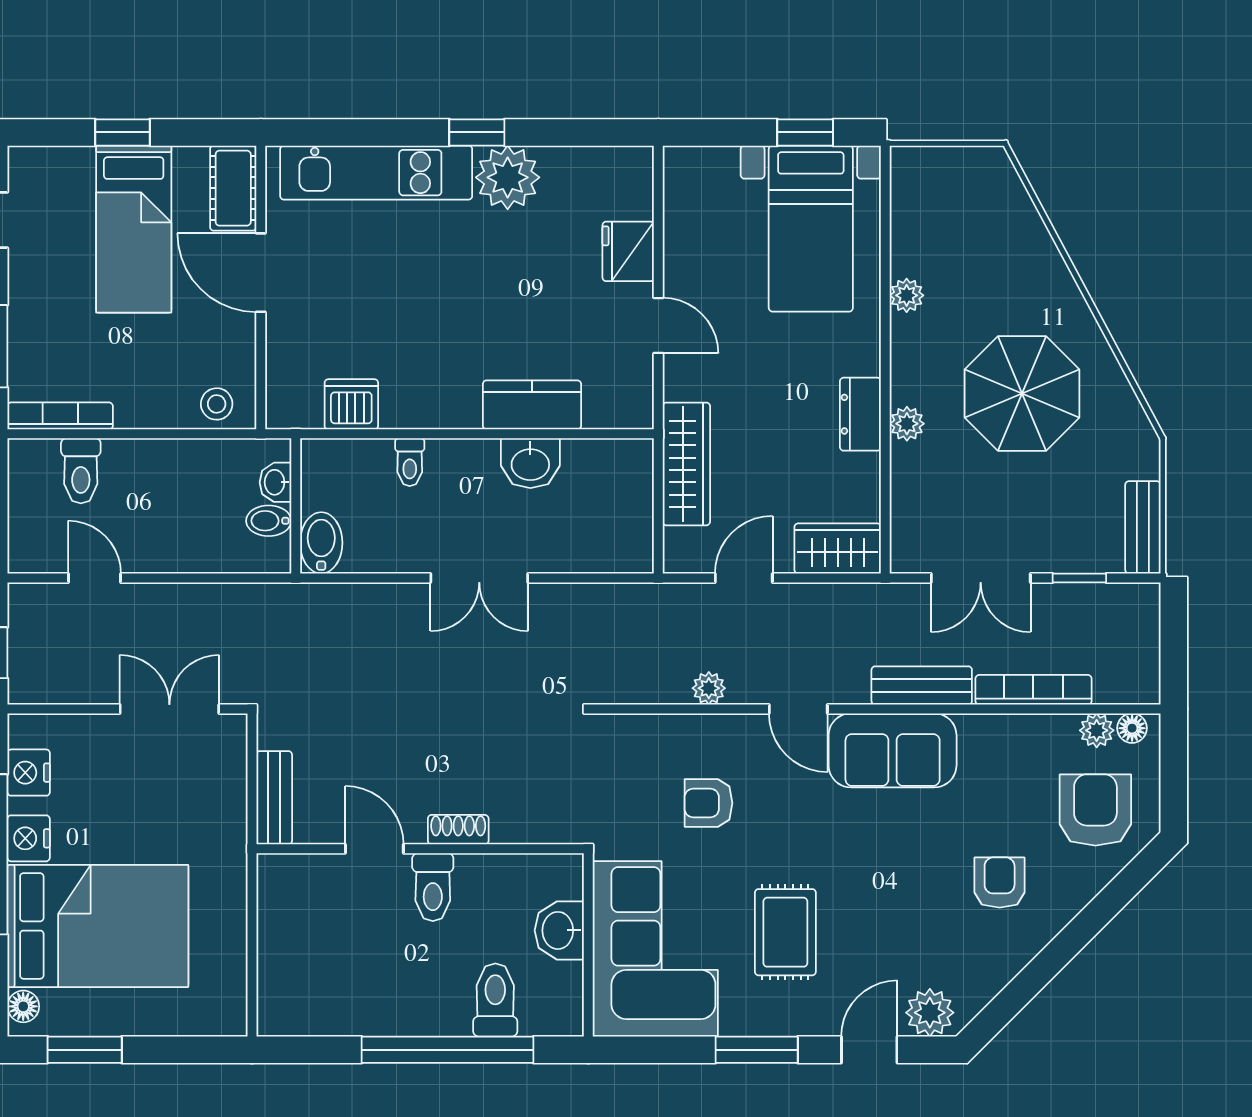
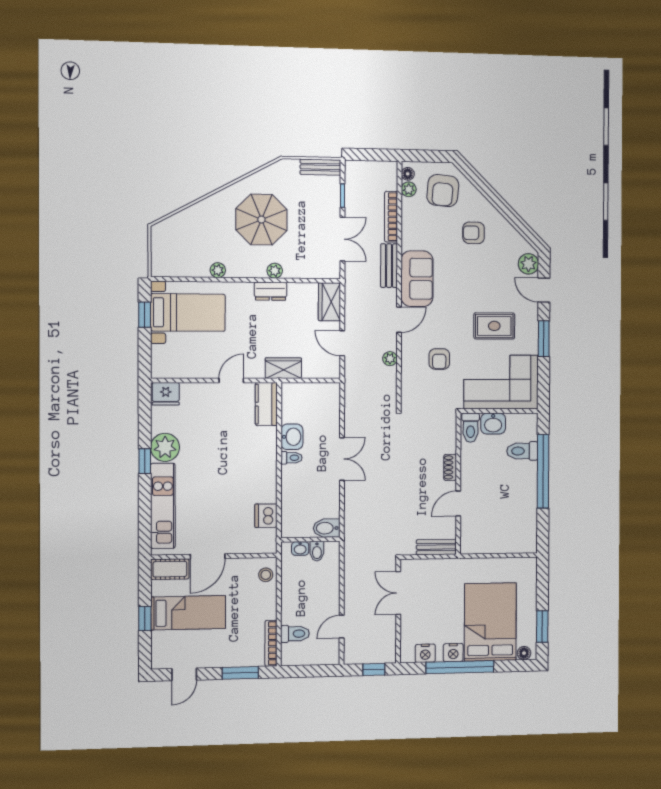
fridge: (628, 251) -> (166, 394), moved
kitchen counter: (532, 405) -> (266, 404), moved
toilet: (410, 462) -> (291, 458), moved
wardrobe: (686, 464) -> (283, 368), width x0.67
armchair: (1095, 810) -> (443, 191), turned -85
toilet: (433, 887) -> (471, 428), moved, turned 90

